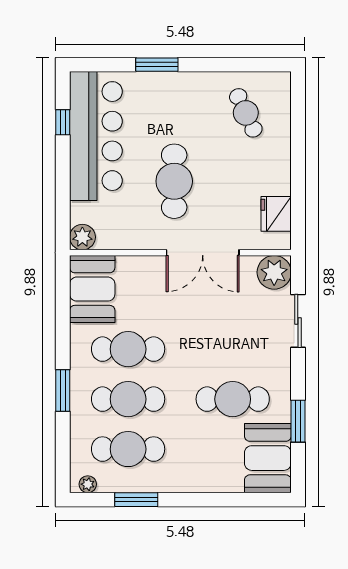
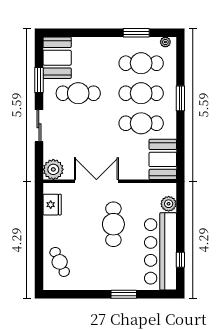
cafe table: (246, 113) -> (60, 262), moved
plant: (82, 237) -> (169, 204), moved
sliding door: (298, 321) -> (39, 126), moved

